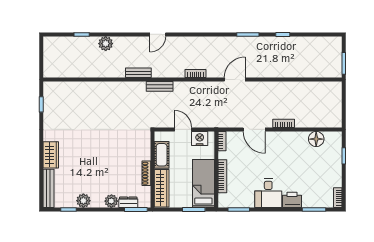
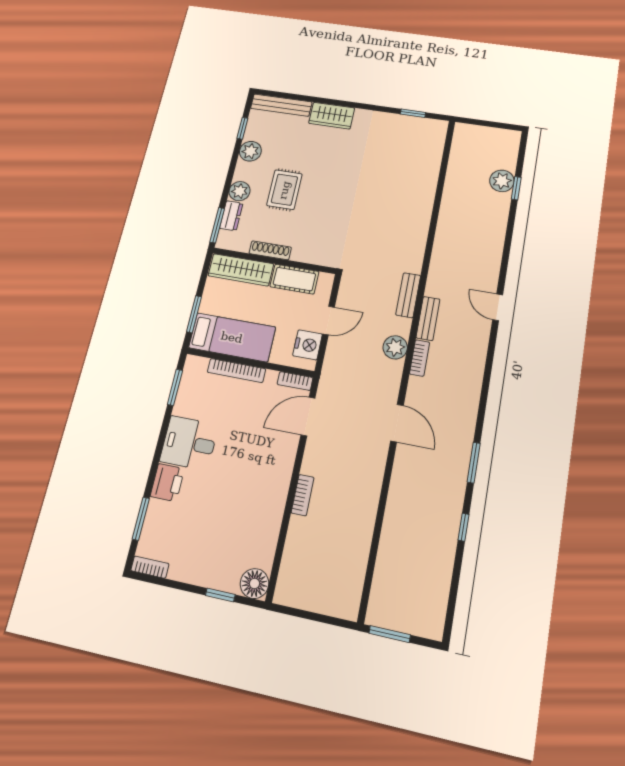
plant: (106, 44) -> (502, 181), moved
bench: (138, 73) -> (428, 318), moved
plant: (192, 88) -> (395, 347), added
door: (254, 129) -> (308, 417), moved
floor lamp: (316, 139) -> (254, 584), moved
rug: (106, 173) -> (284, 190), added

